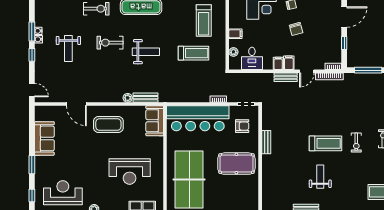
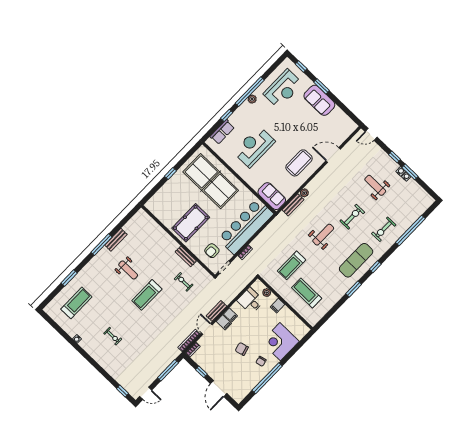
weight bench: (146, 52) -> (323, 235), turned 180
sofa: (44, 138) -> (319, 100), moved
exercise bike: (356, 143) -> (184, 282), moved

